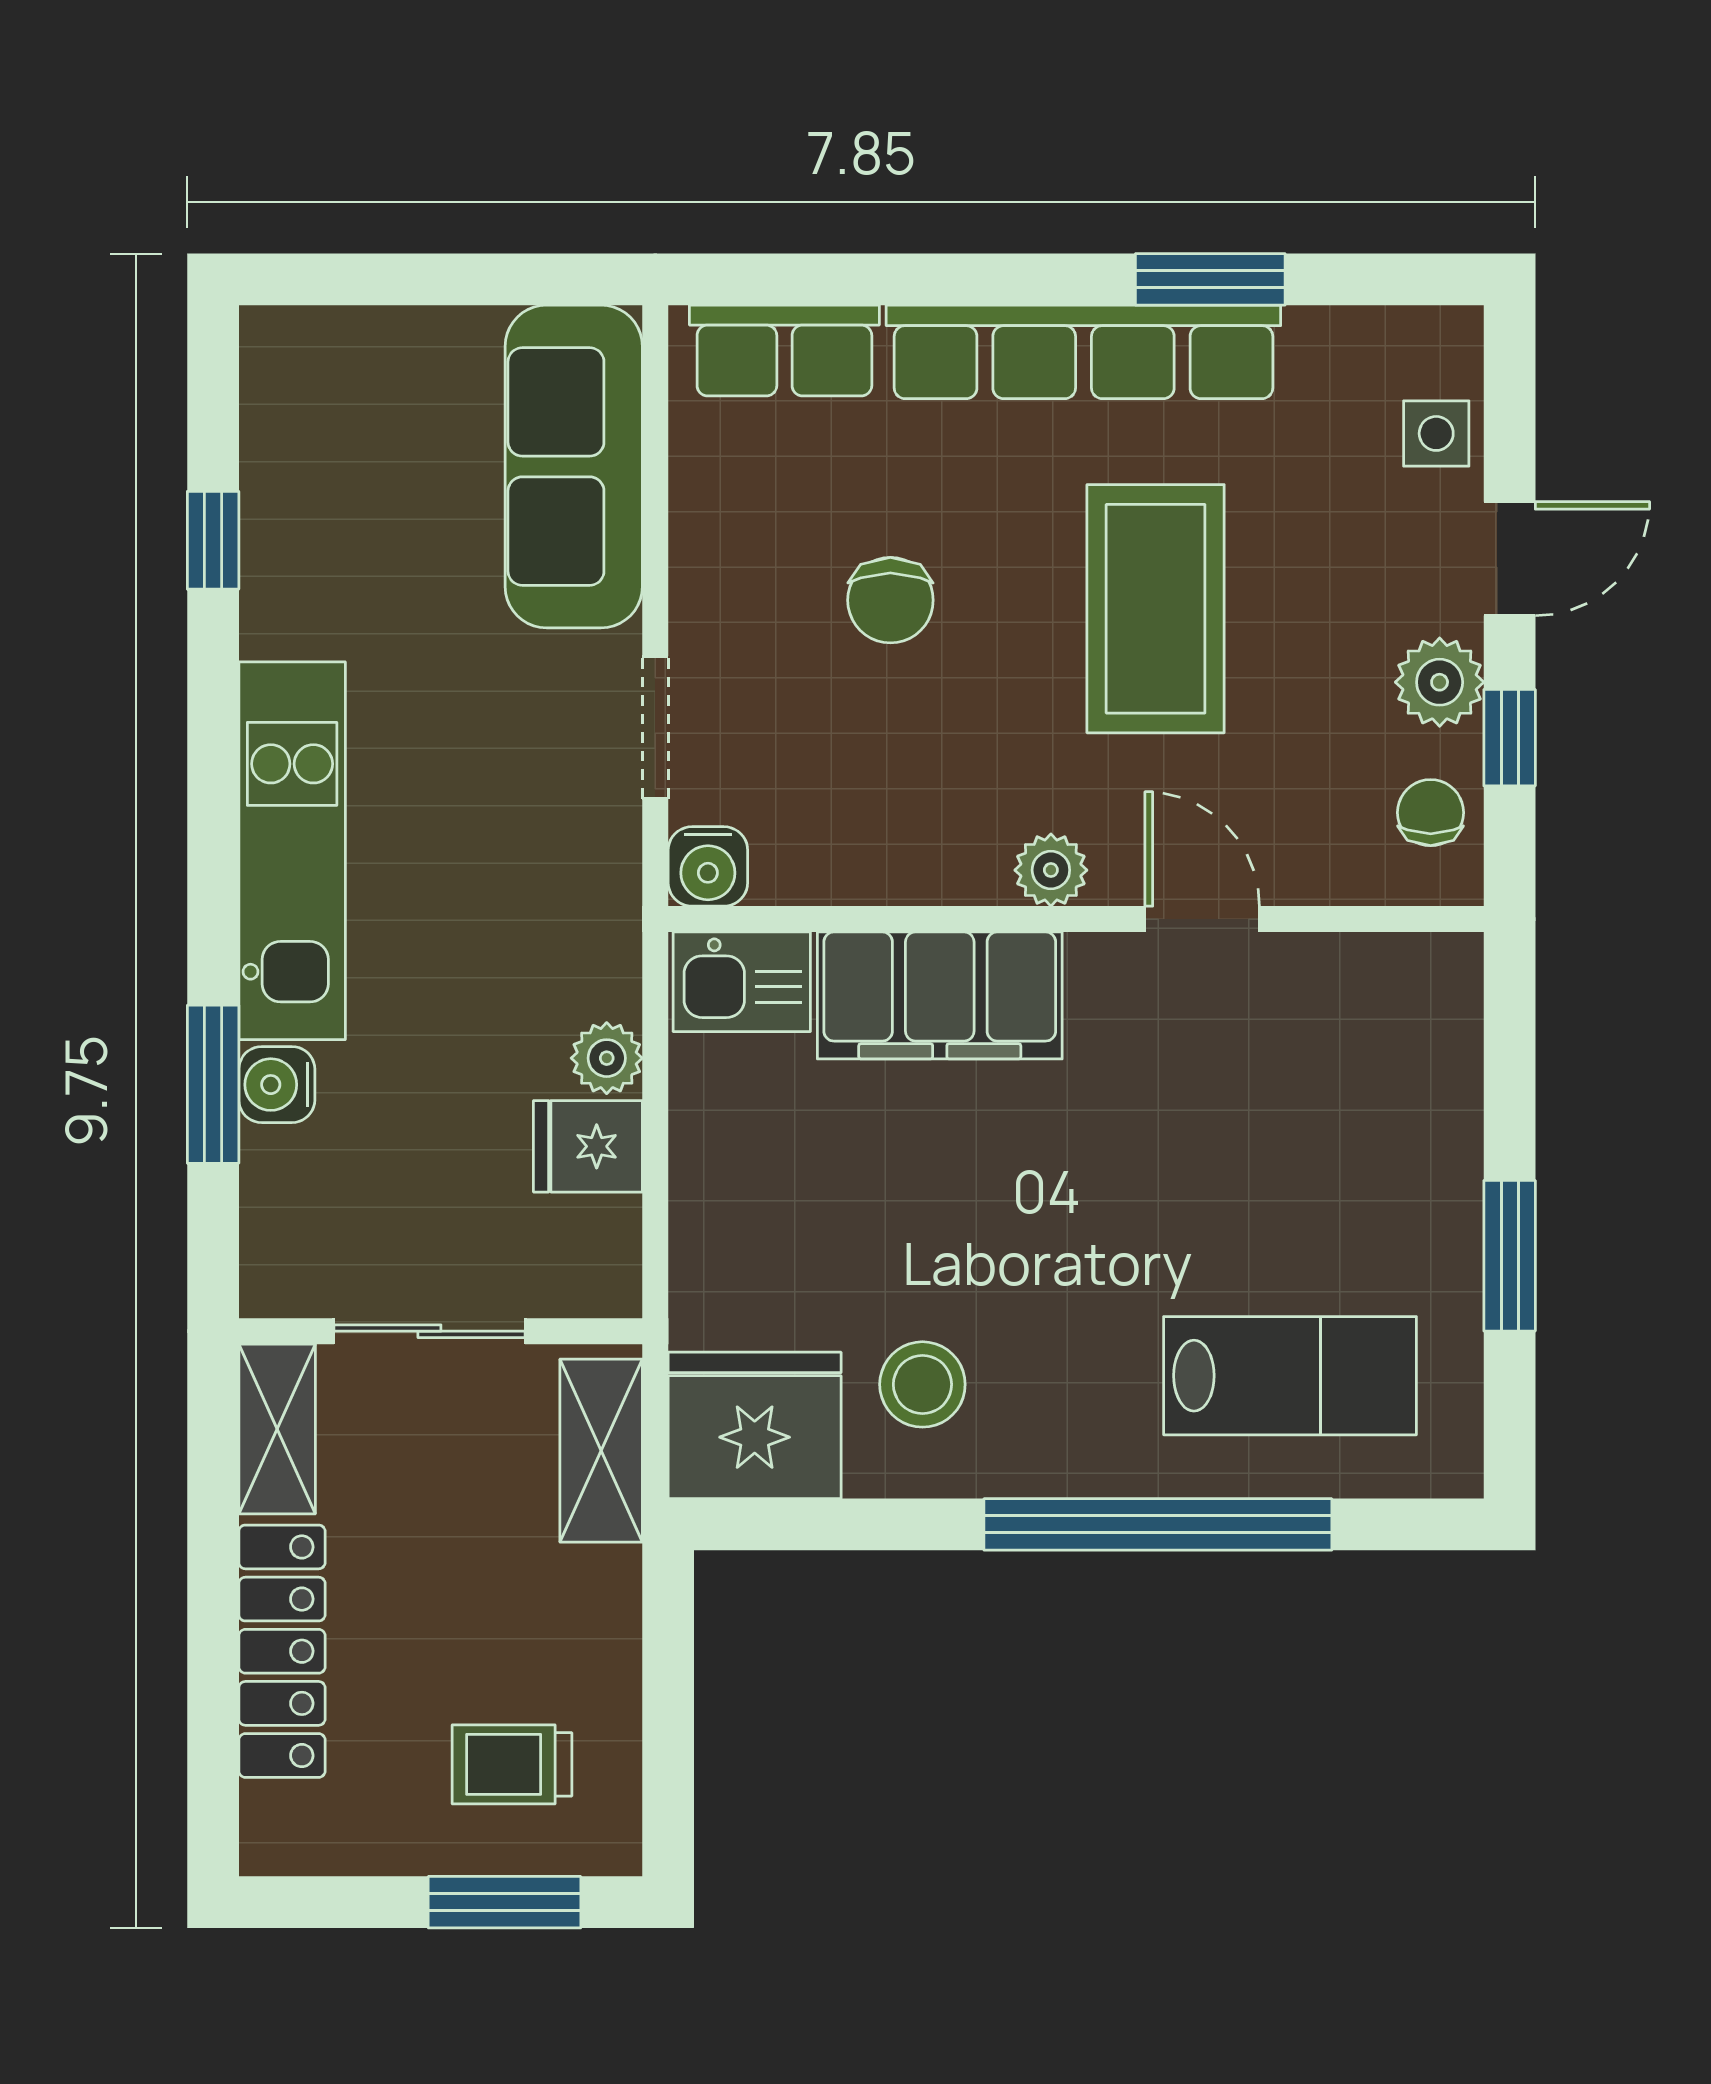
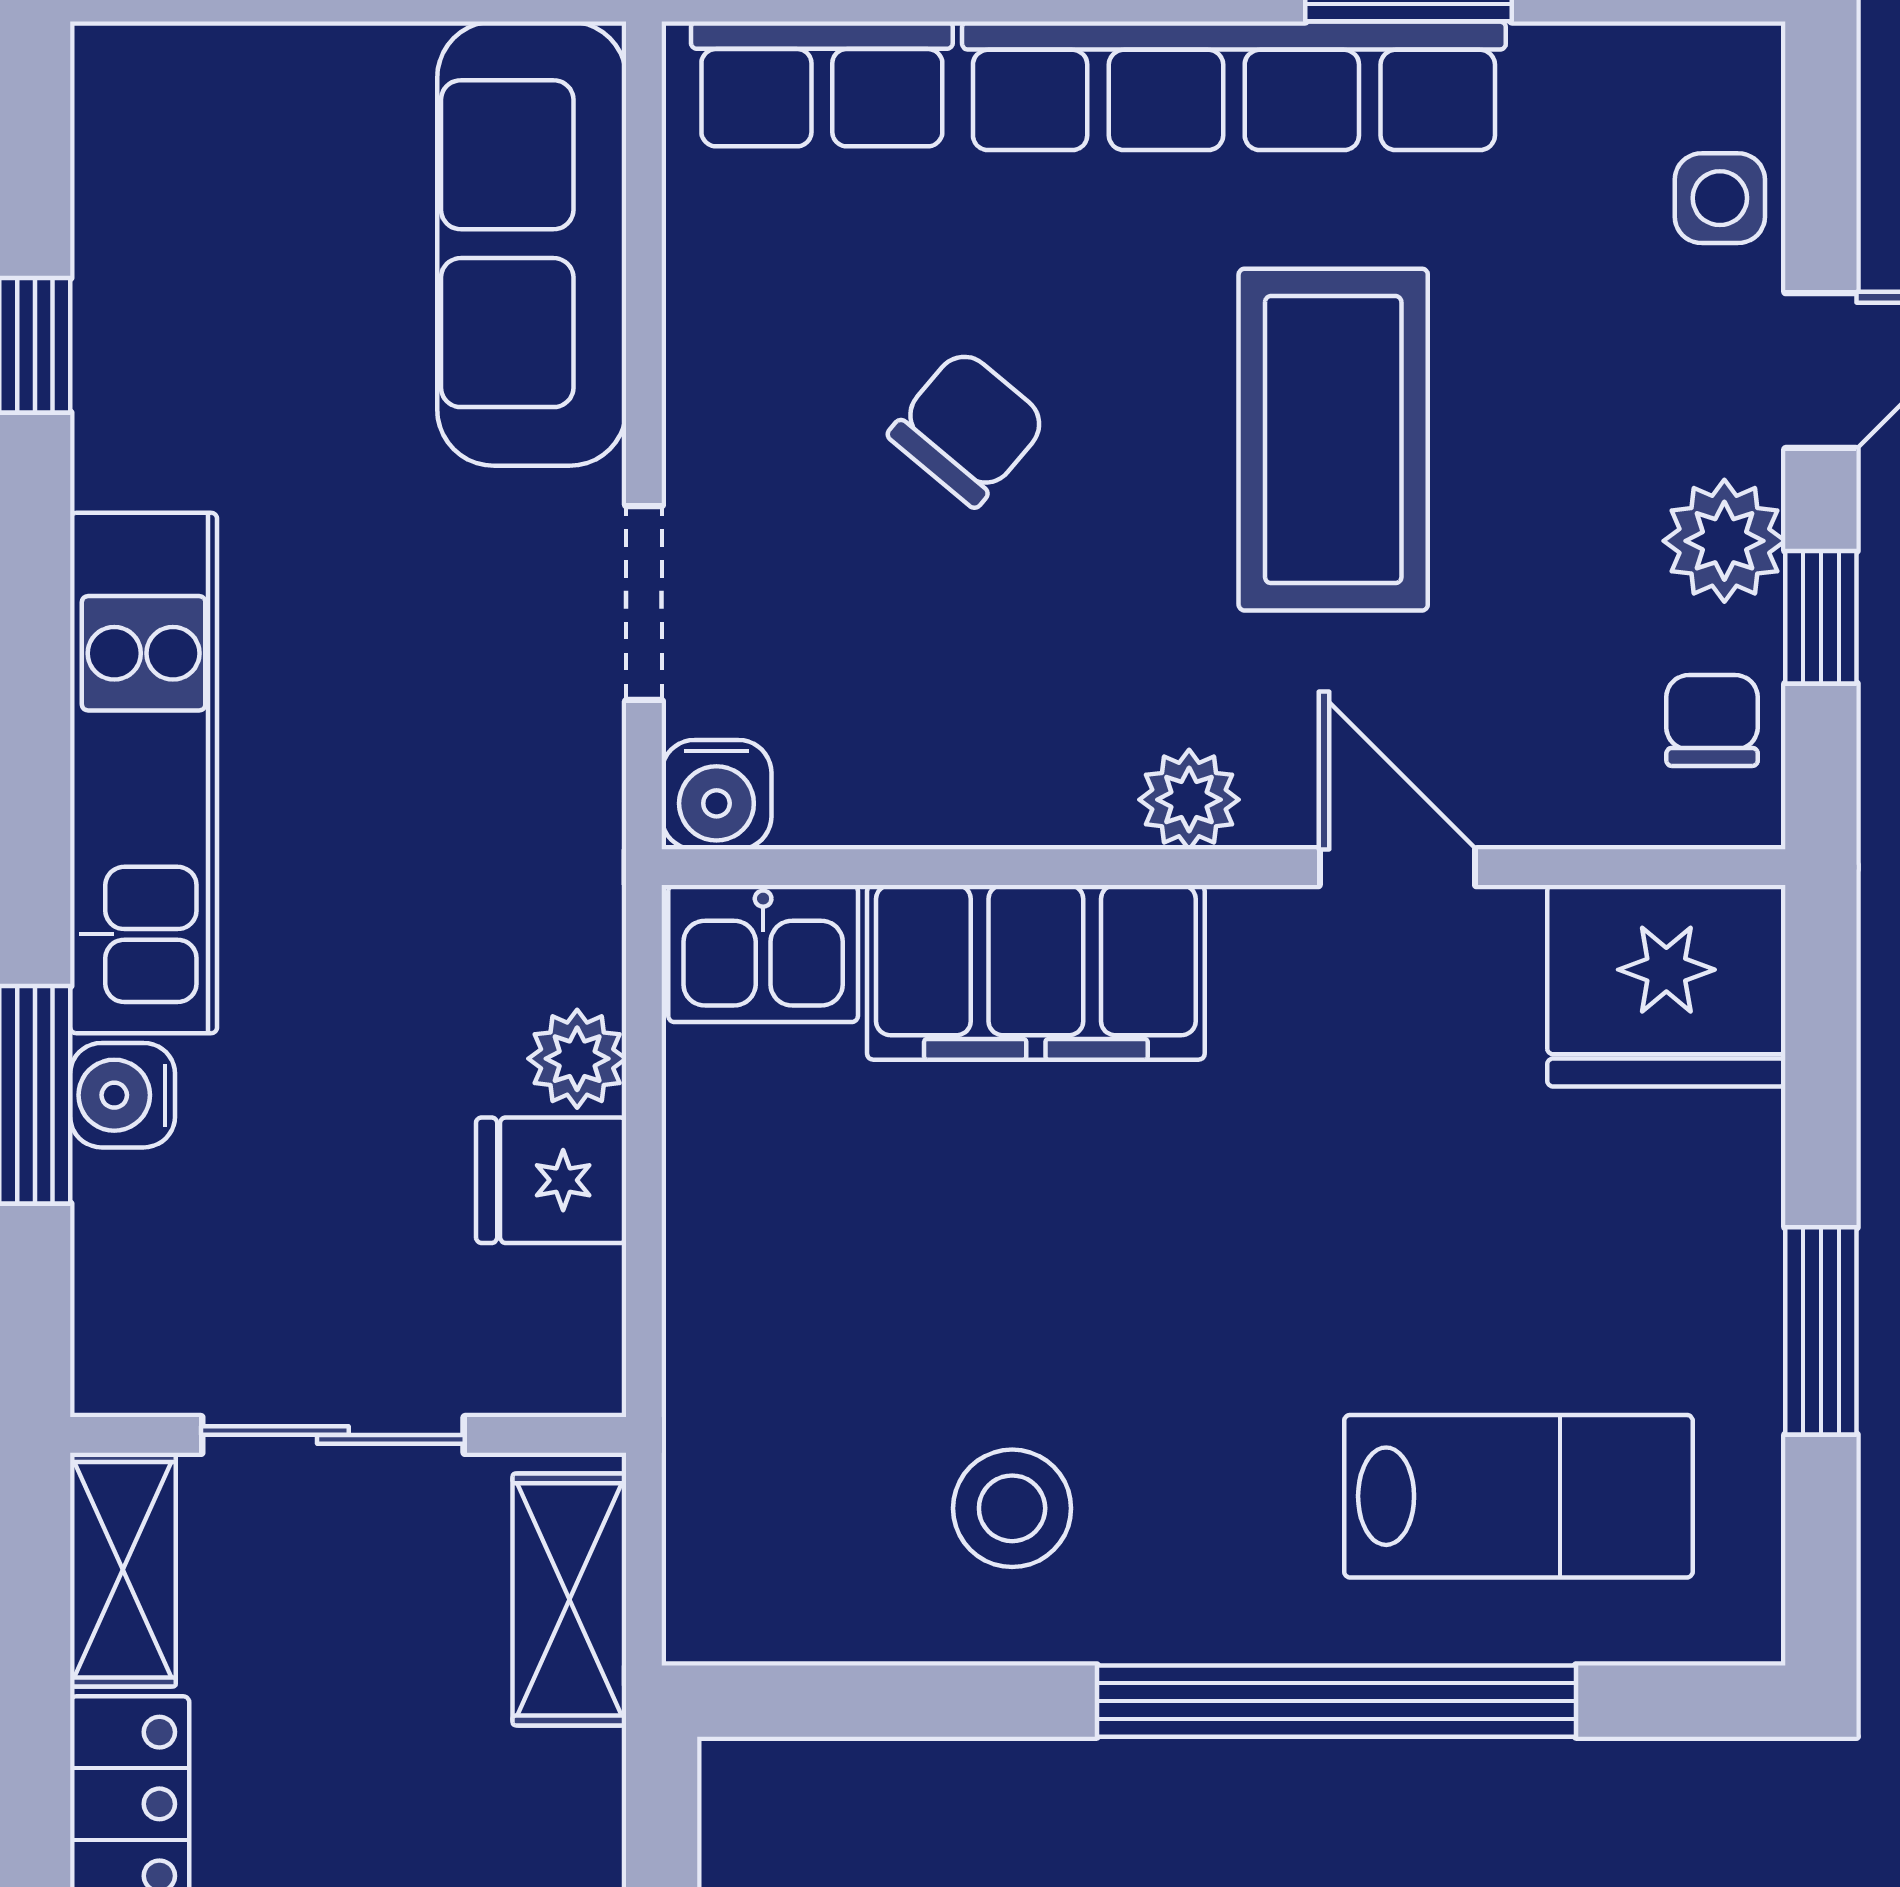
chair: (890, 600) -> (968, 428), turned -140
fridge: (755, 1425) -> (1666, 986), moved, turned 180

